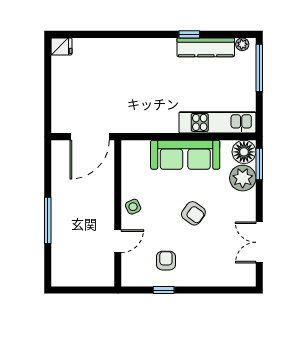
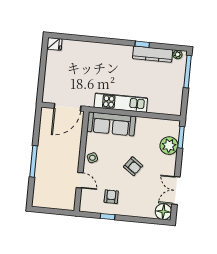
kitchen unit: (217, 122) -> (121, 103), moved
floor lamp: (244, 152) -> (163, 212), moved
sofa: (185, 155) -> (111, 124), moved
door: (118, 241) -> (80, 180), hinge flipped

